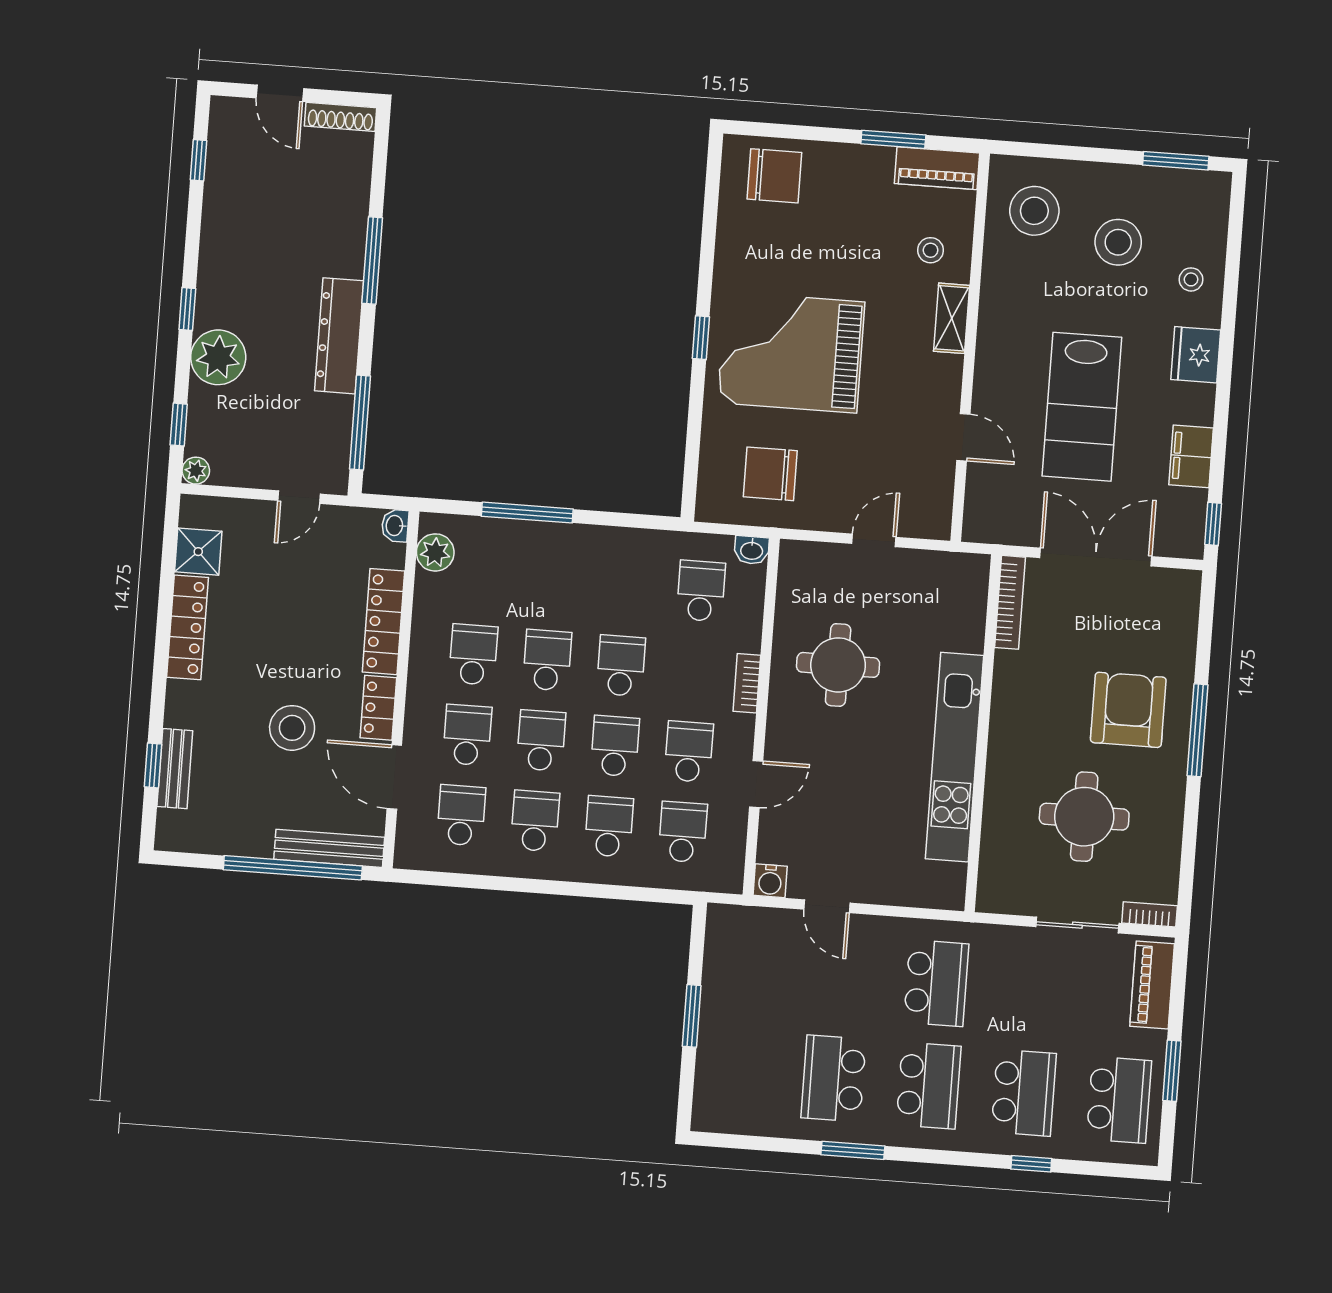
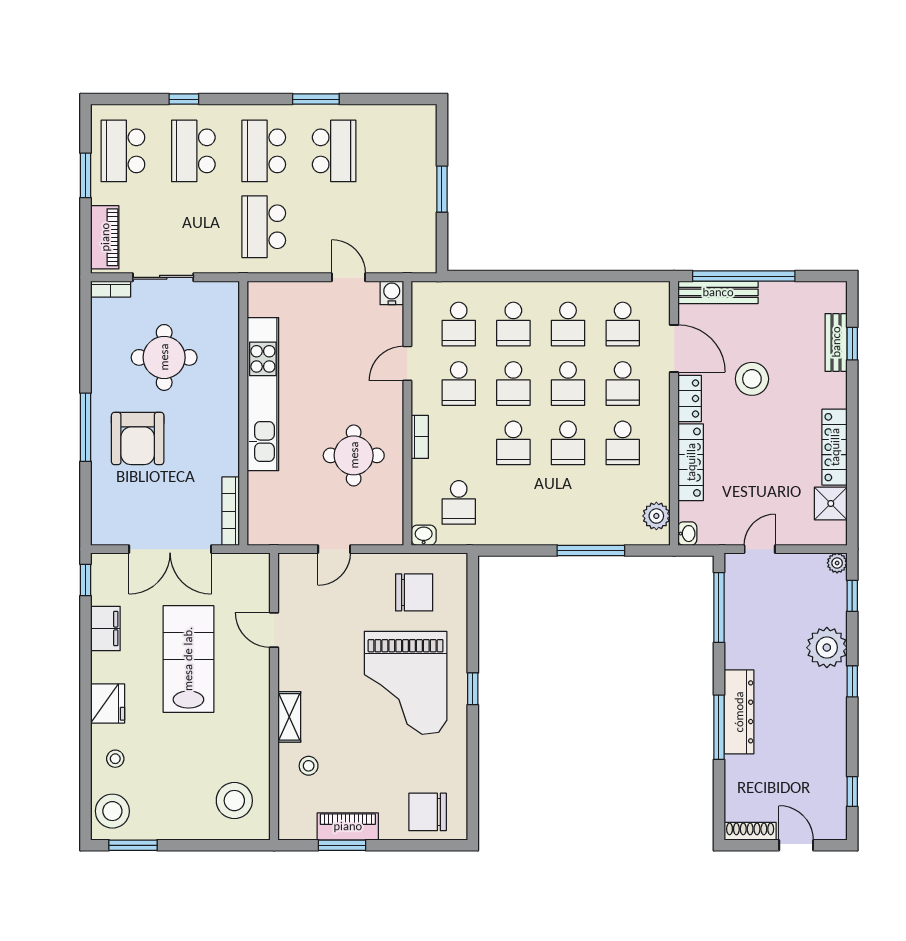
piano: (937, 168) -> (348, 826), moved
stool: (1118, 242) -> (112, 811), moved
dresser: (339, 336) -> (739, 712), moved
grand piano: (791, 352) -> (406, 683), turned 90

